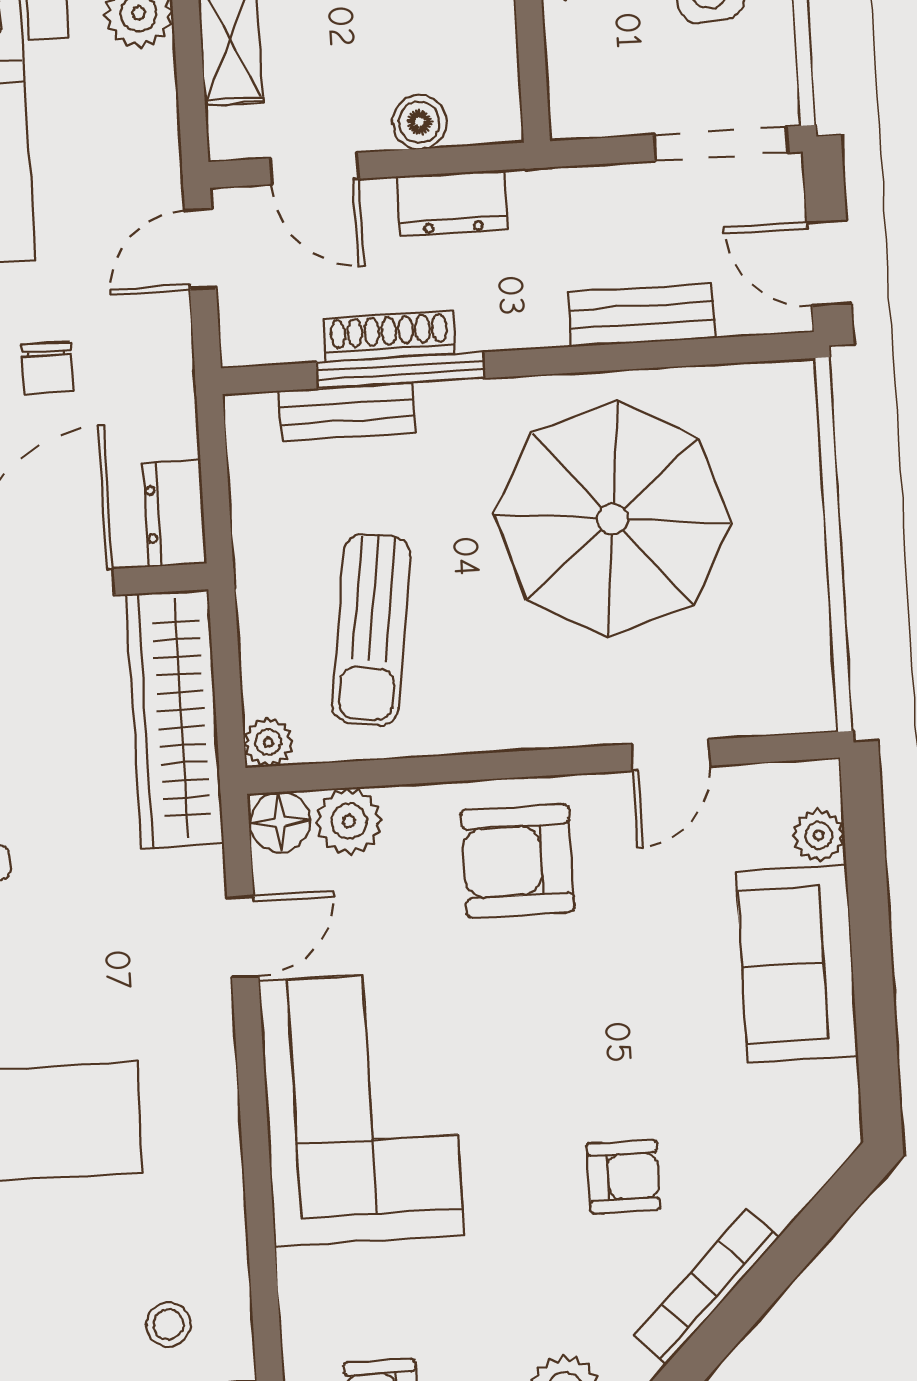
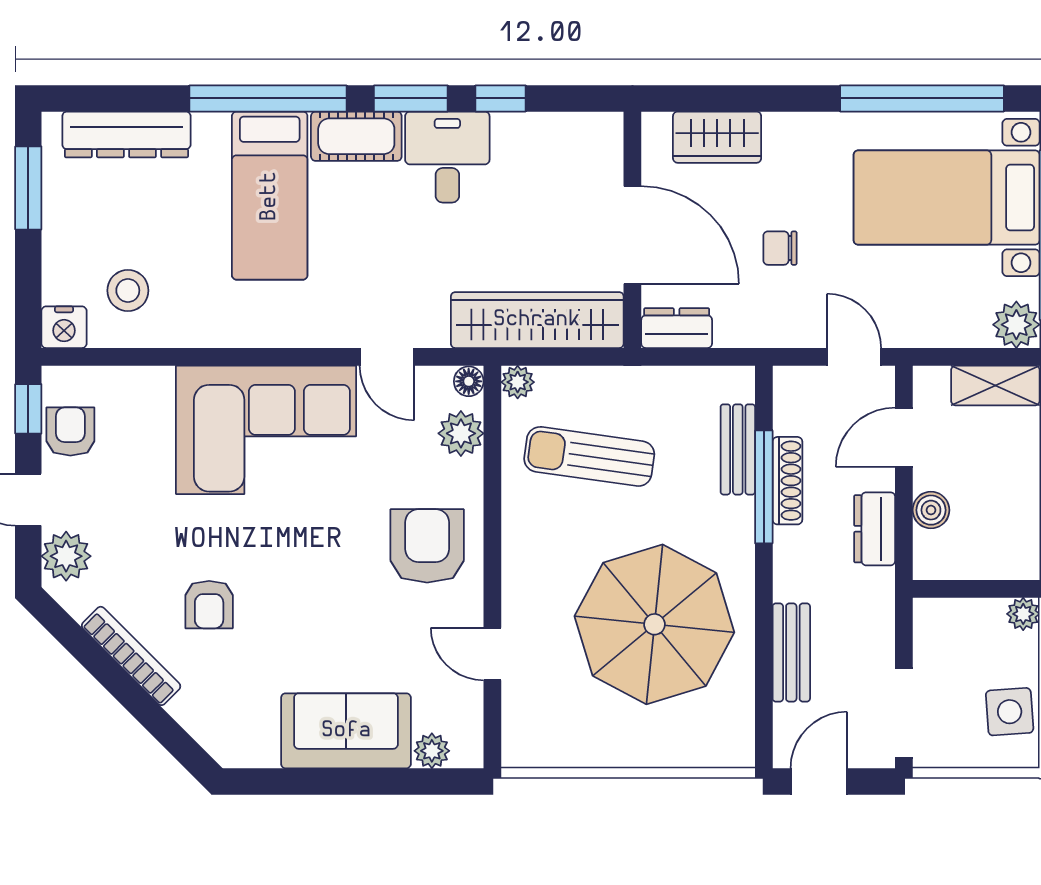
floor lamp: (280, 822) -> (469, 381), width x0.73, depth x0.73
stool: (168, 1324) -> (128, 290), width x1.37, depth x1.37

